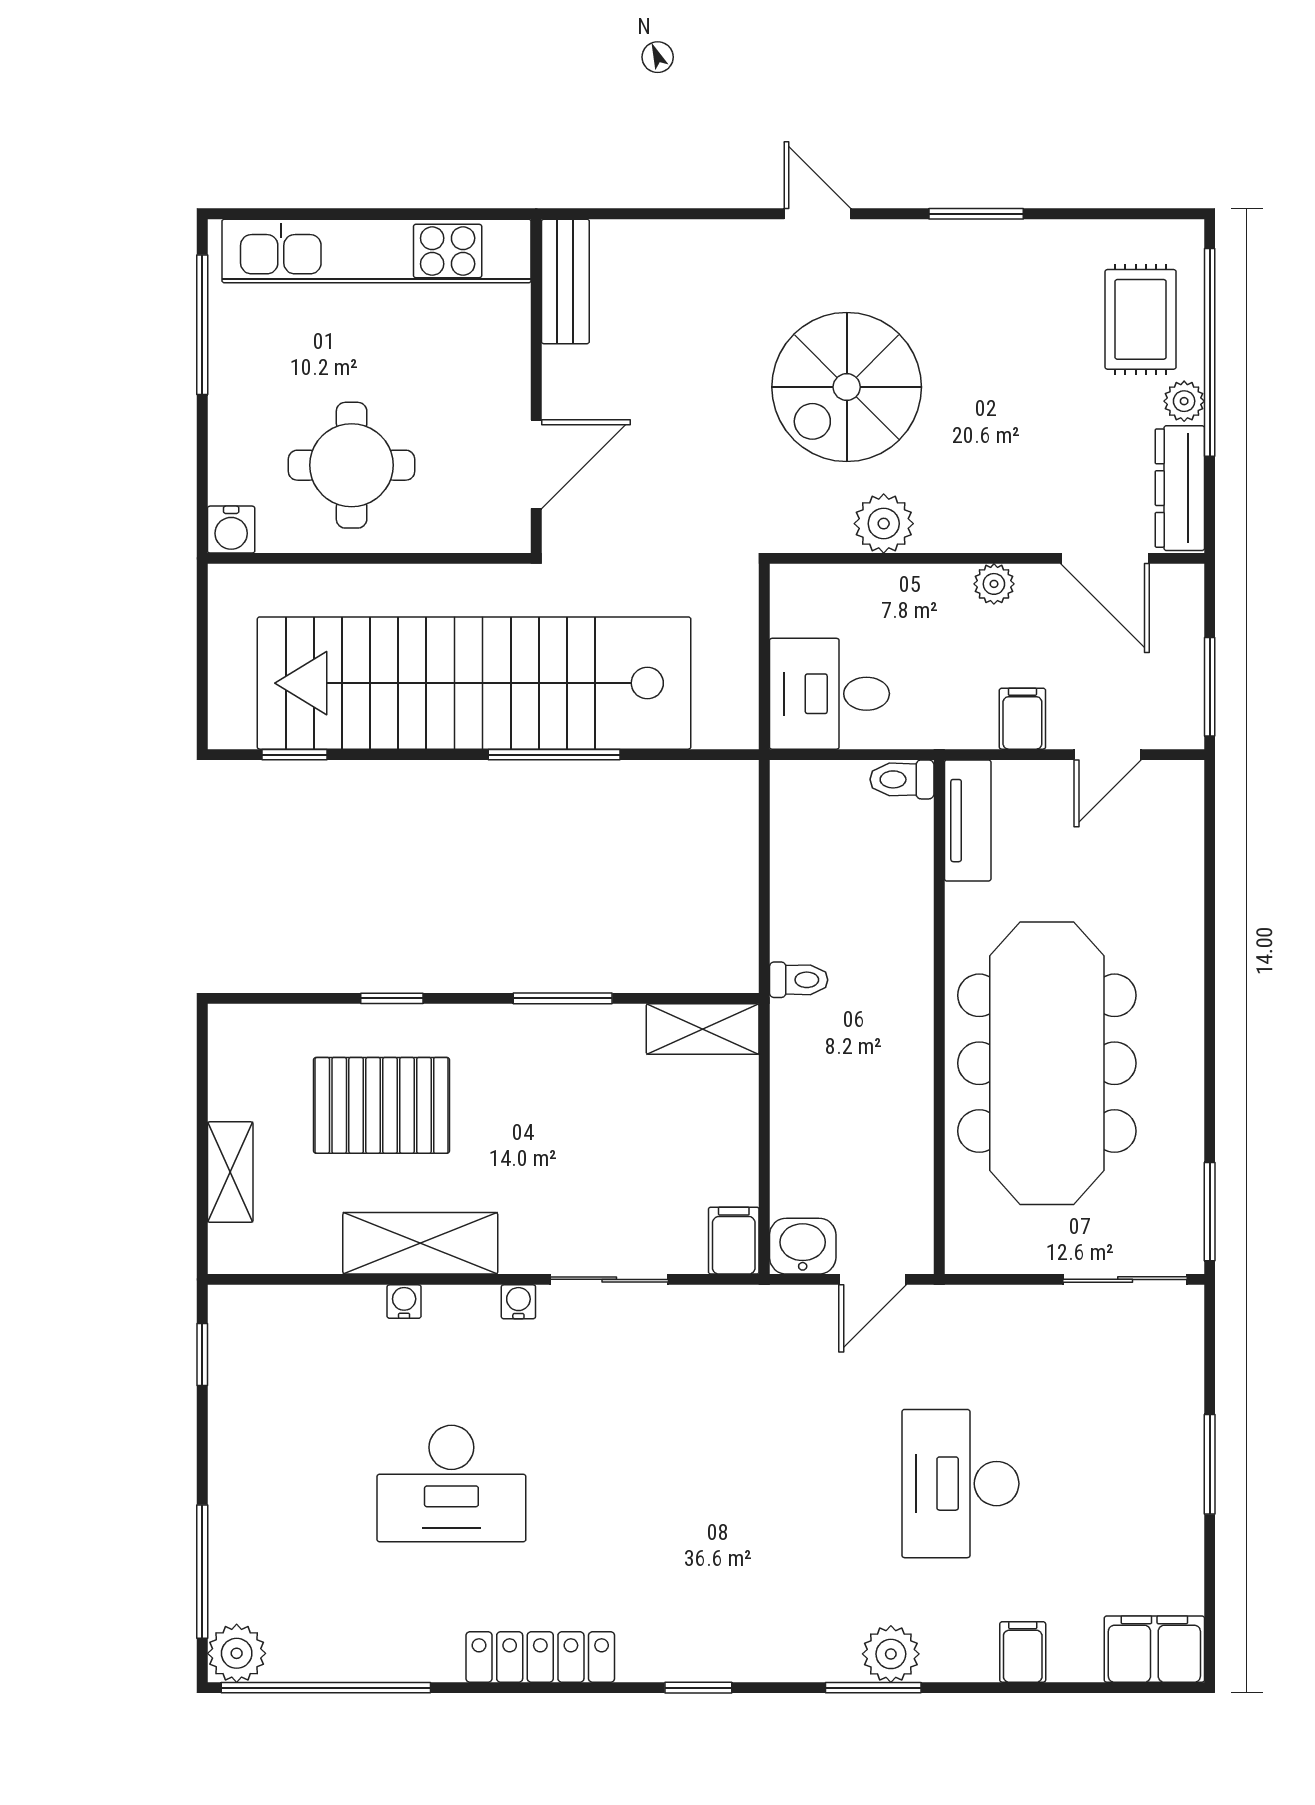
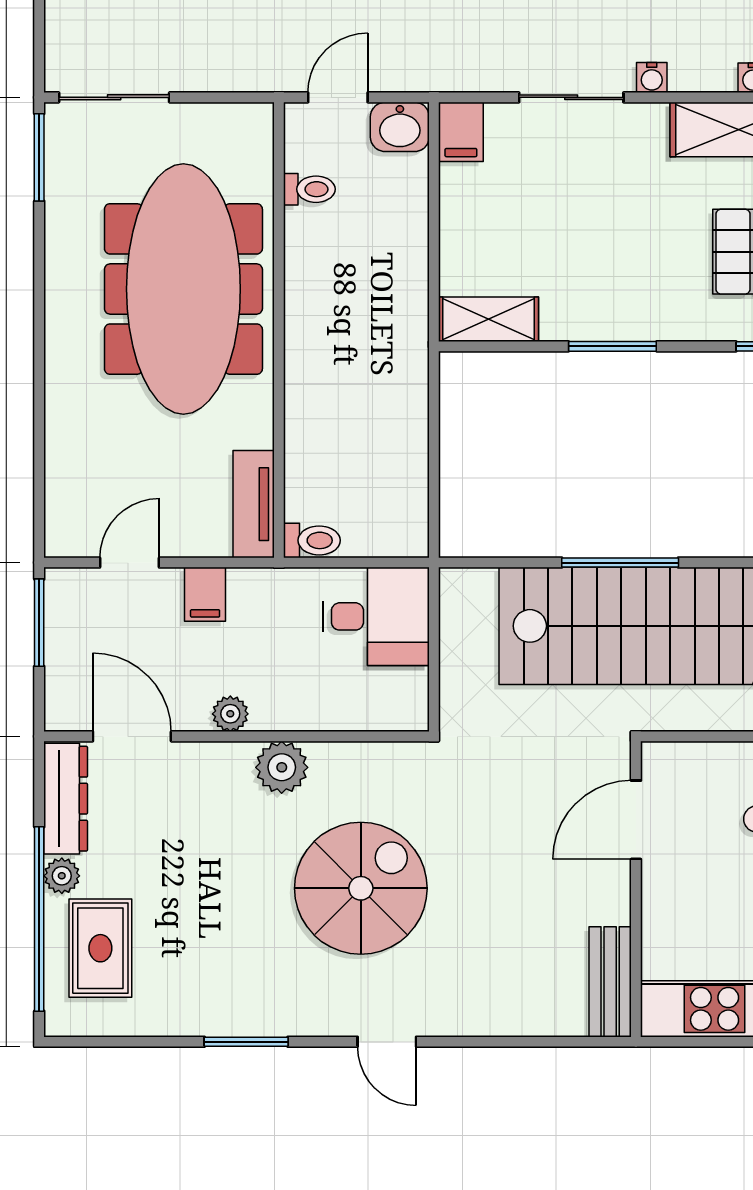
plant: (884, 524) -> (282, 767), moved
toilet: (799, 980) -> (309, 189), moved, turned 180

